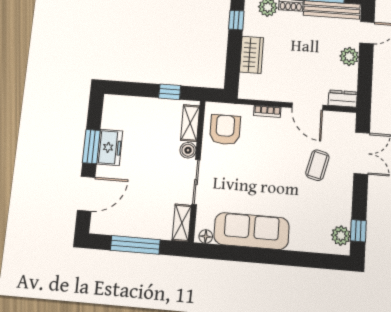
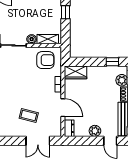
wardrobe: (251, 55) -> (76, 72), moved
window: (170, 92) -> (66, 12), moved
door: (307, 106) -> (63, 108), swing flipped

